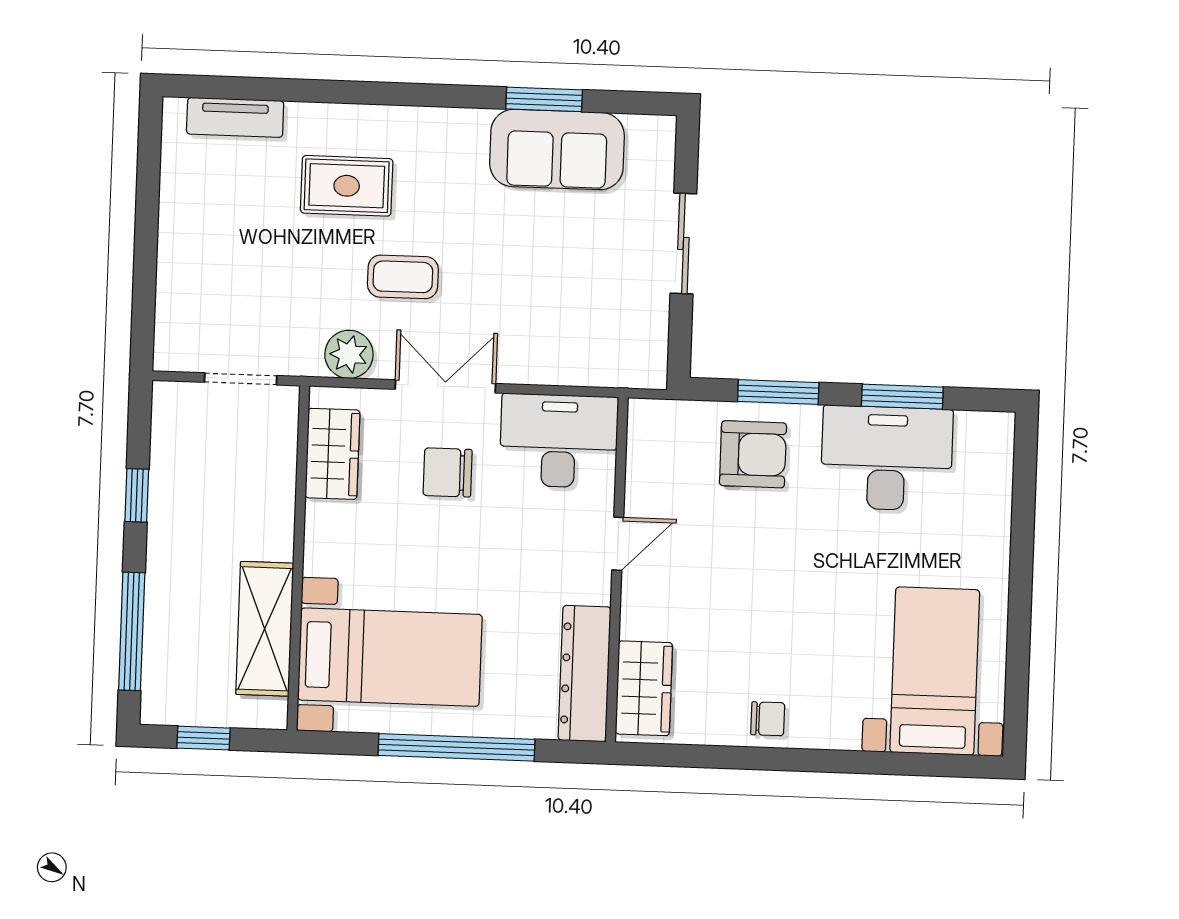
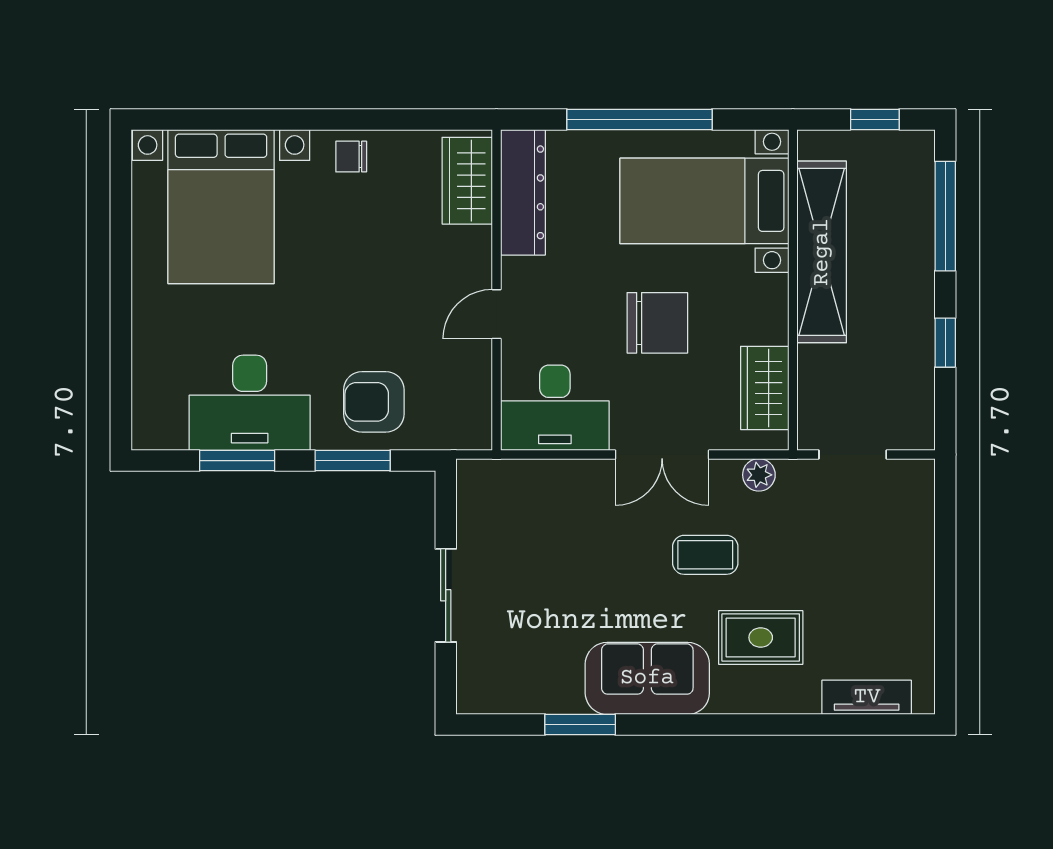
sofa: (557, 149) -> (647, 678), moved
plant: (349, 354) -> (759, 475), width x0.73, depth x0.73
chair: (448, 472) -> (657, 323), moved, width x1.37, depth x1.37
shelving: (265, 629) -> (822, 252), width x1.47
bed with nightstands: (935, 671) -> (221, 207), width x1.36

